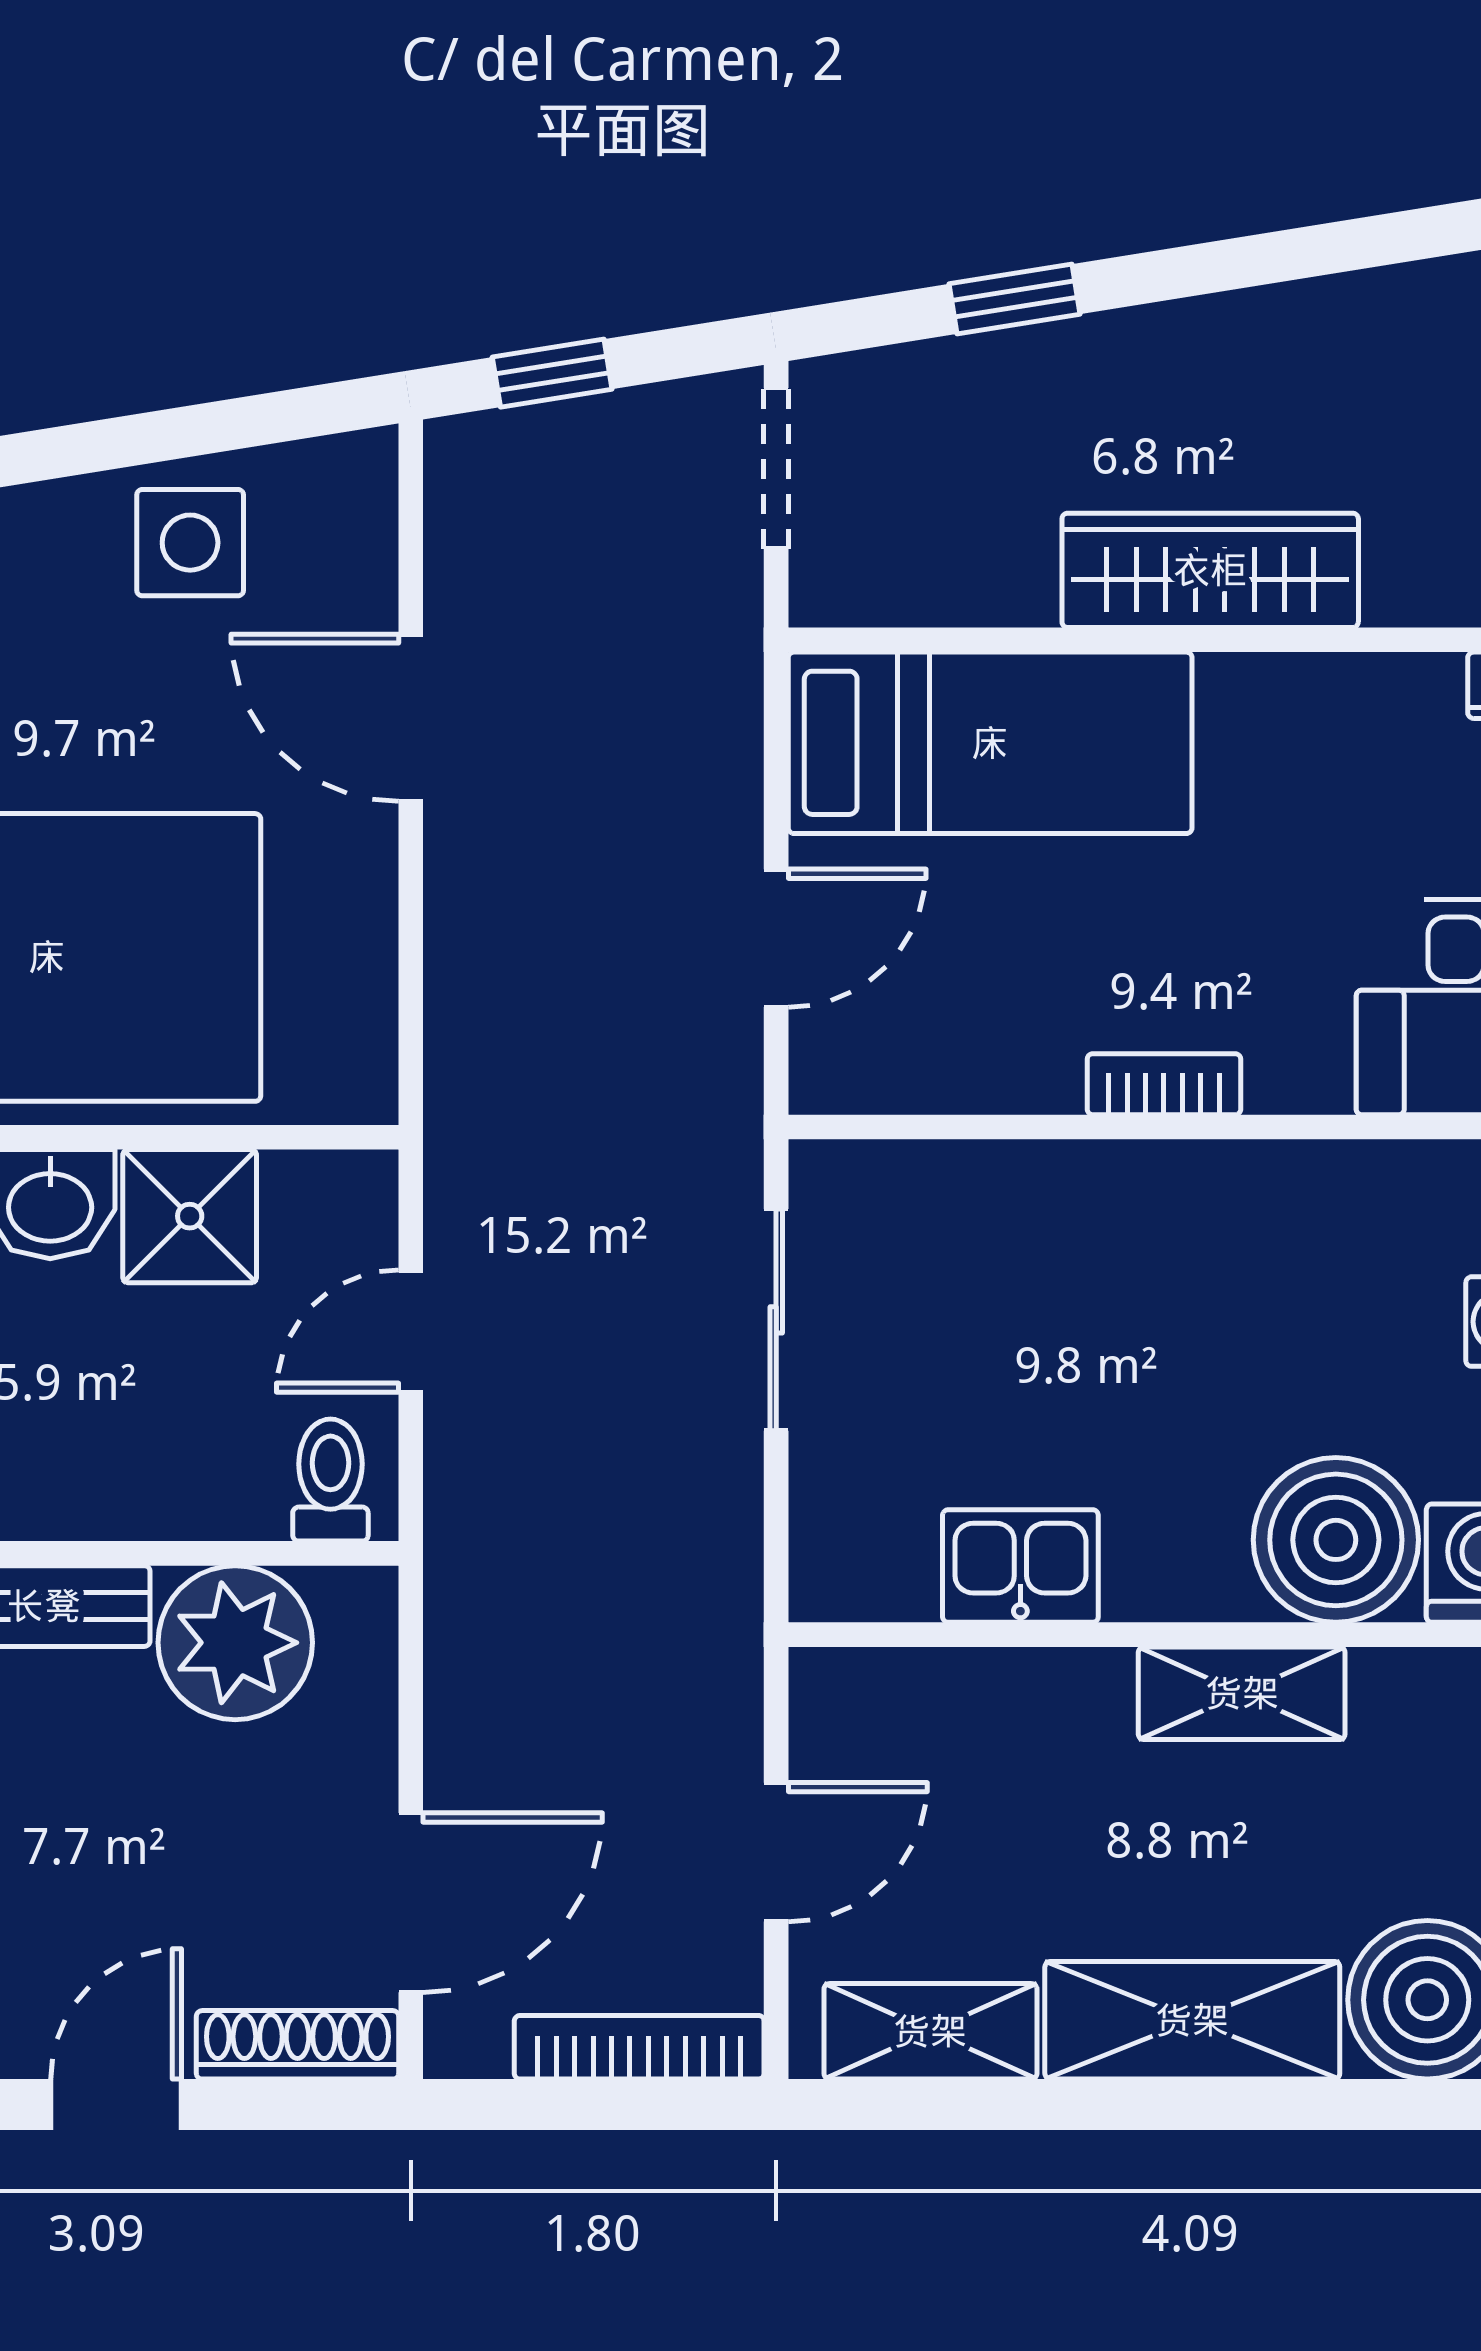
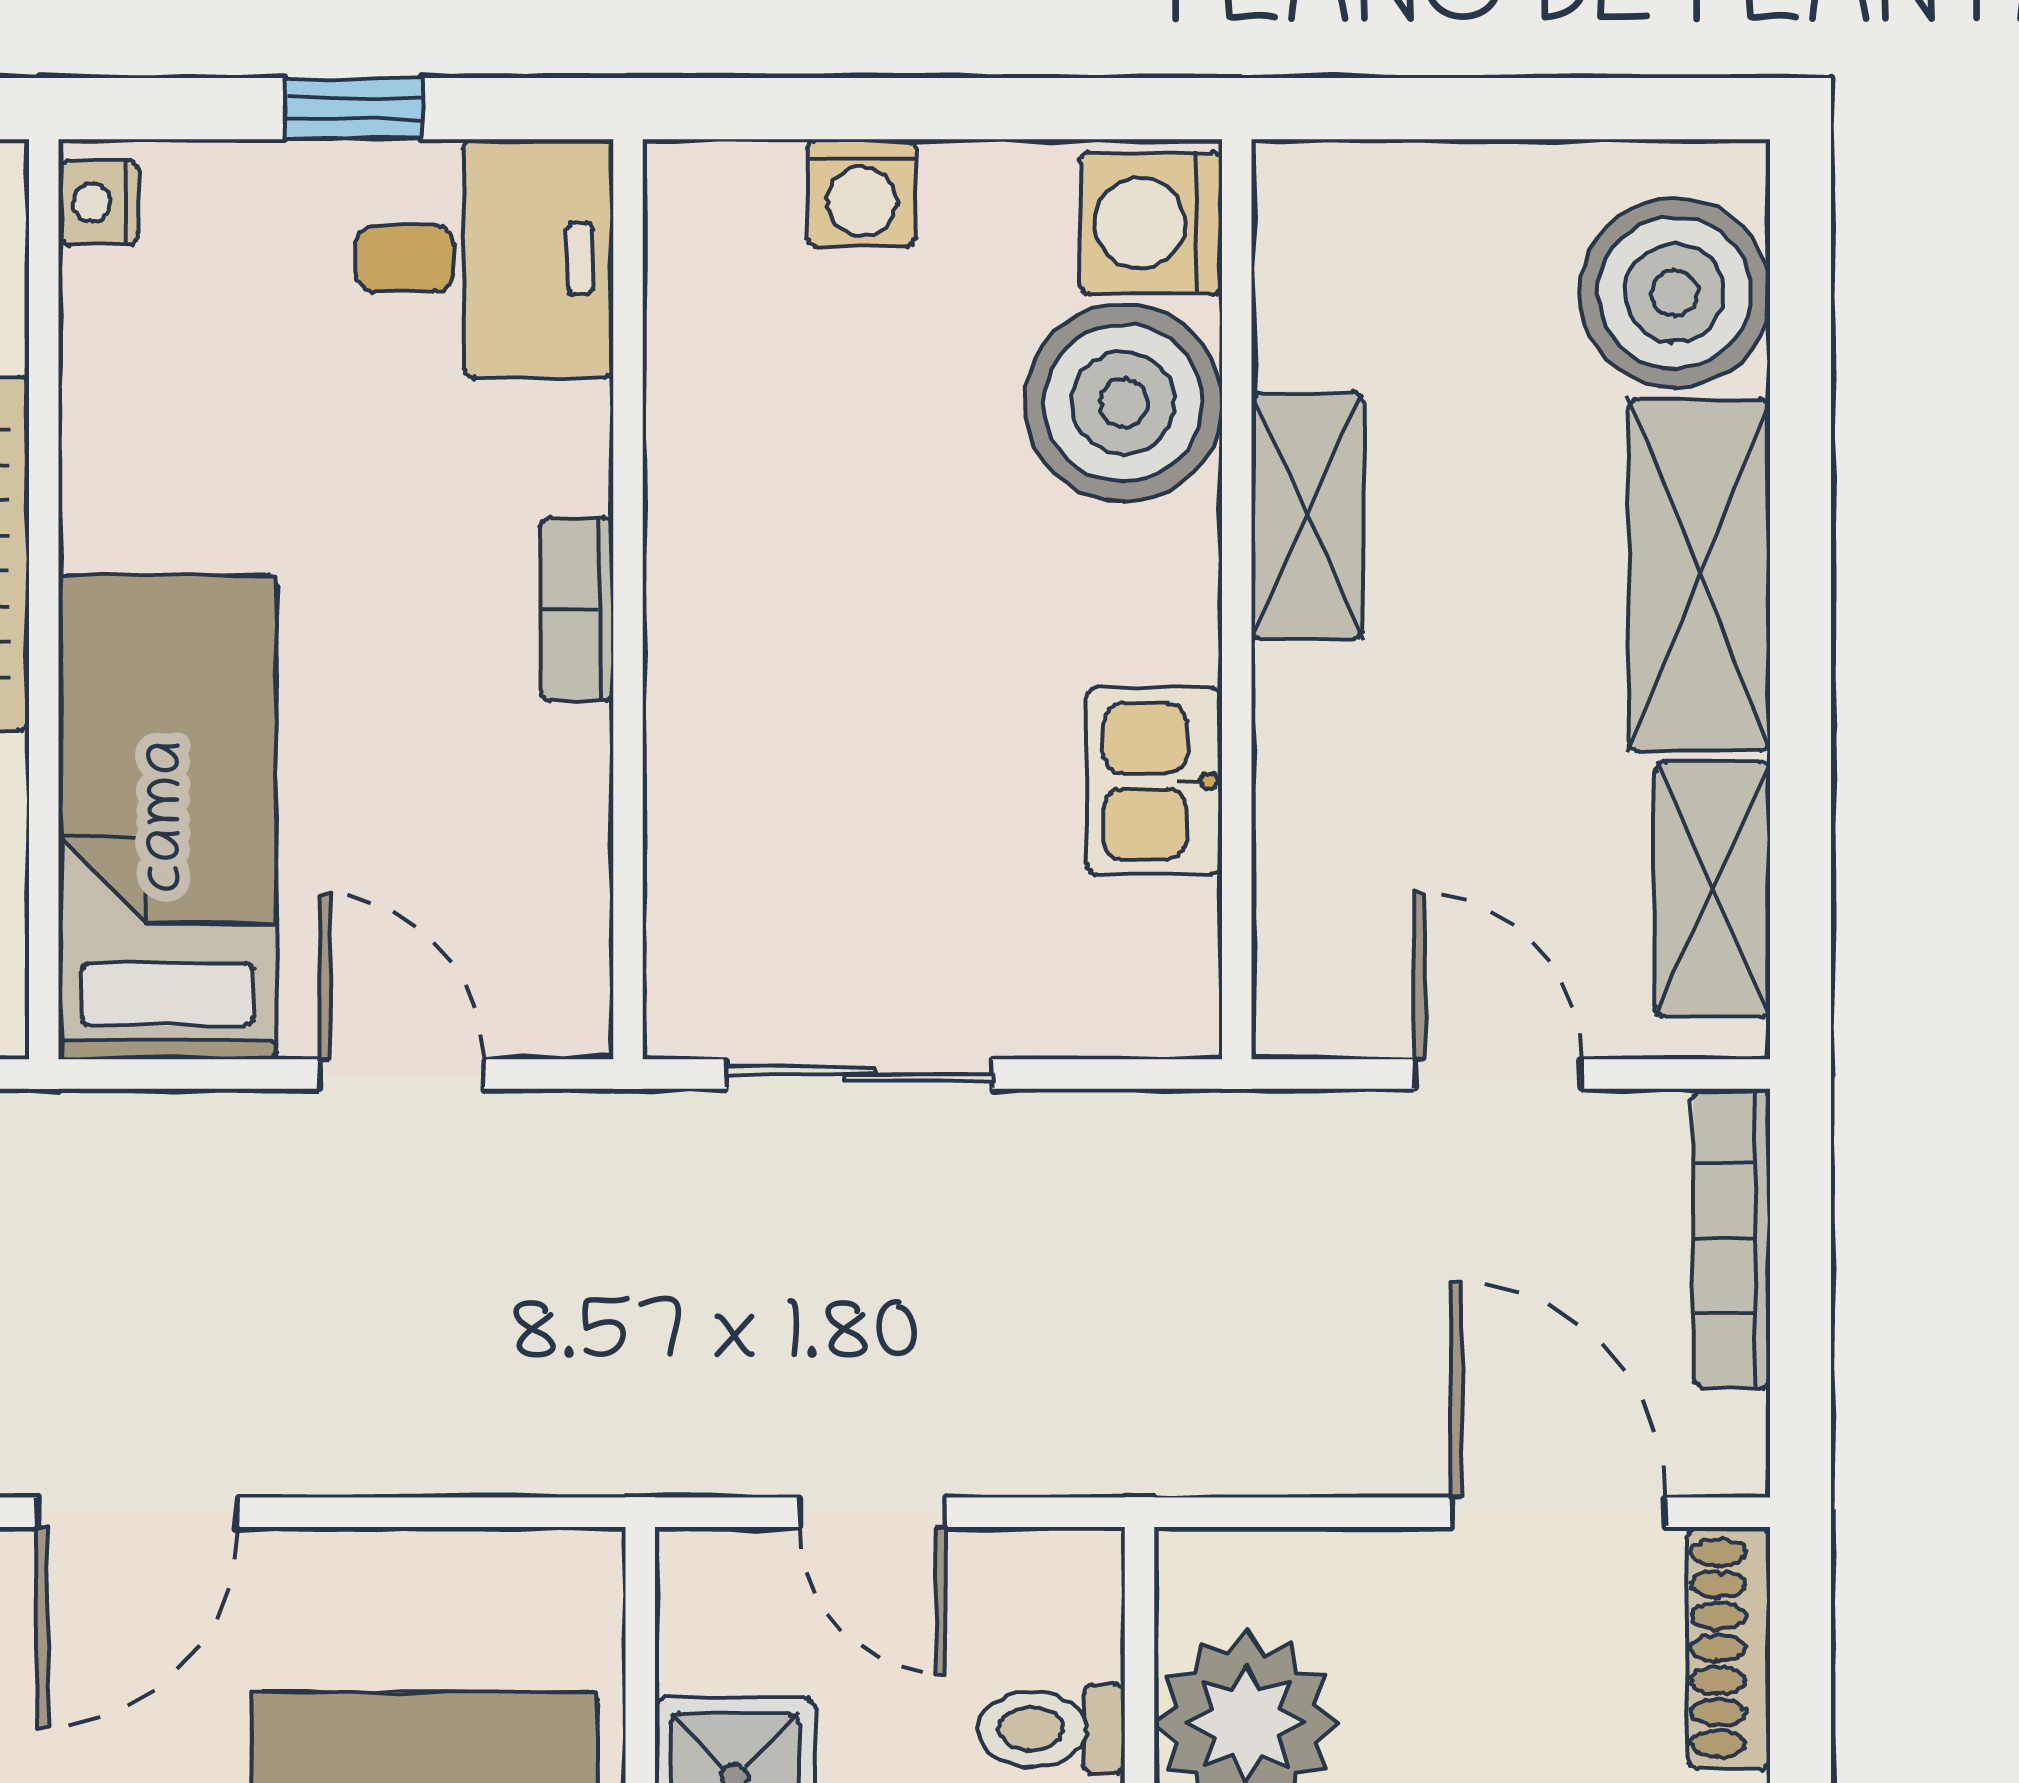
toilet: (330, 1480) -> (1051, 1729), moved

